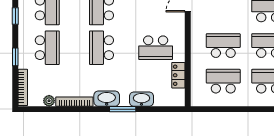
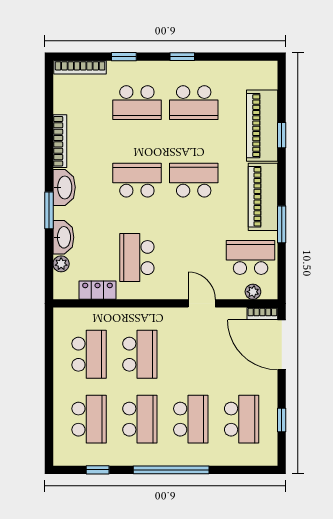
plant: (49, 101) -> (61, 264), moved

